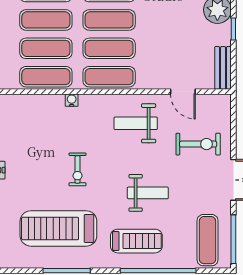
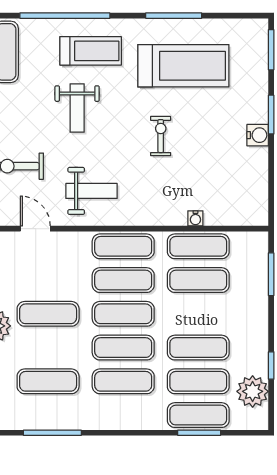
exercise mat: (46, 20) -> (48, 314), moved
water cooler: (72, 100) -> (195, 218), moved
weight bench: (148, 193) -> (77, 108), turned -90
treadmill: (136, 241) -> (91, 51), turned 180

